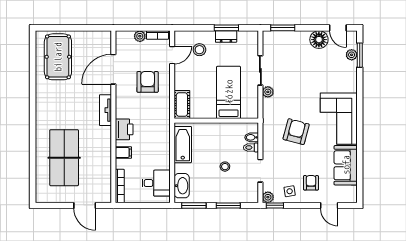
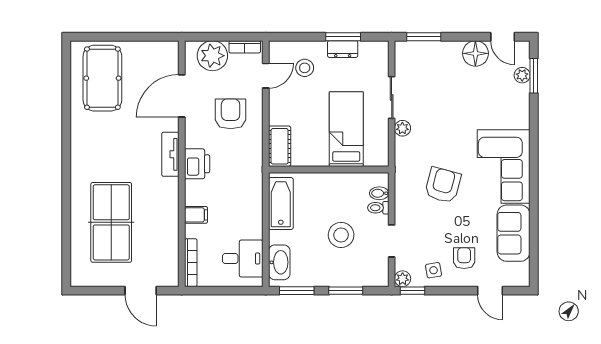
plant: (140, 36) -> (212, 56), width x1.88, depth x1.88
printer: (124, 129) -> (197, 164), moved
stool: (225, 167) -> (341, 235), width x1.89, depth x1.89

